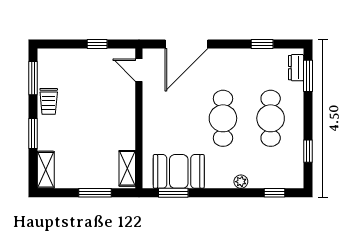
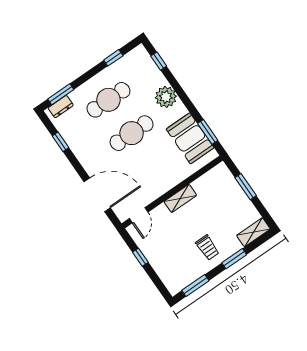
trolley: (49, 101) -> (207, 248), moved, turned 90
shelving: (127, 168) -> (180, 198), moved
plant: (241, 182) -> (166, 97), width x1.88, depth x1.88

